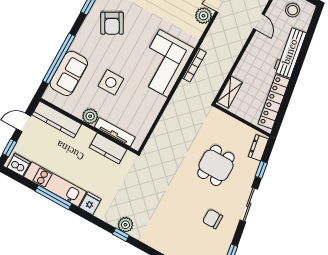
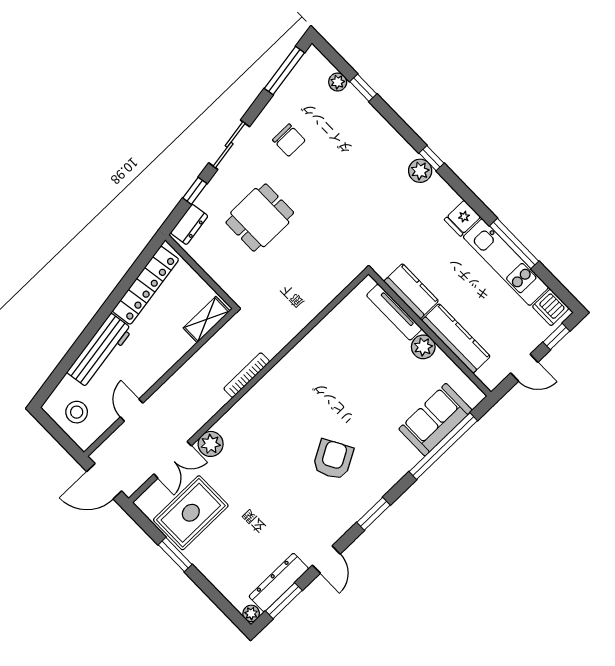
armchair: (112, 23) -> (333, 459), moved
corner sofa: (164, 63) -> (291, 392), removed
side table: (111, 82) -> (377, 387), removed
kitchen counter: (57, 119) -> (456, 338), moved

